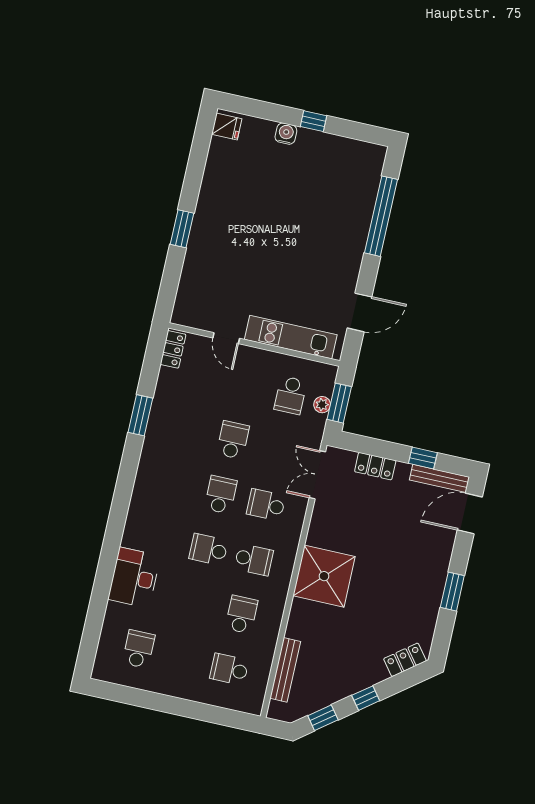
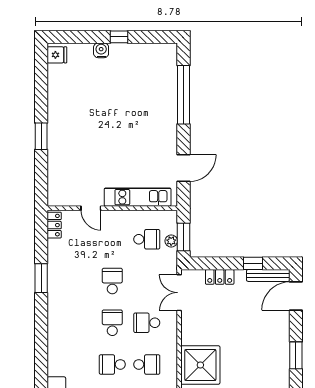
school desk: (290, 395) -> (147, 239), turned -90

